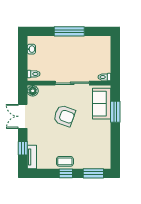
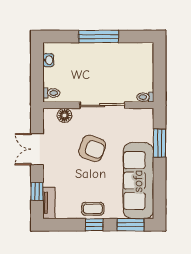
floor lamp: (33, 91) -> (64, 115), moved
sofa: (102, 104) -> (138, 181), moved, width x1.85, depth x1.27

